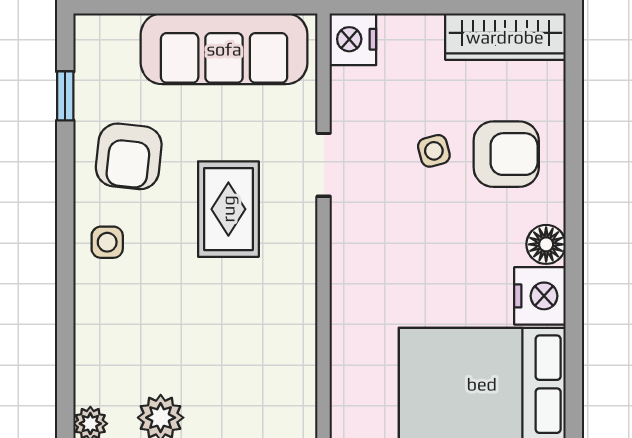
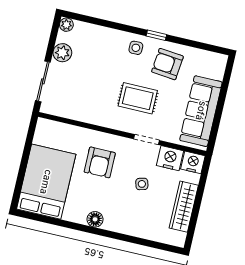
wardrobe: (505, 37) -> (184, 207), moved
window: (65, 96) -> (156, 35), moved
armchair: (506, 154) -> (100, 162), moved
nightstand: (540, 296) -> (170, 158), moved, turned 180

